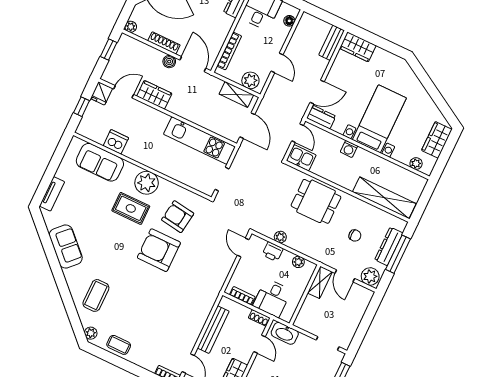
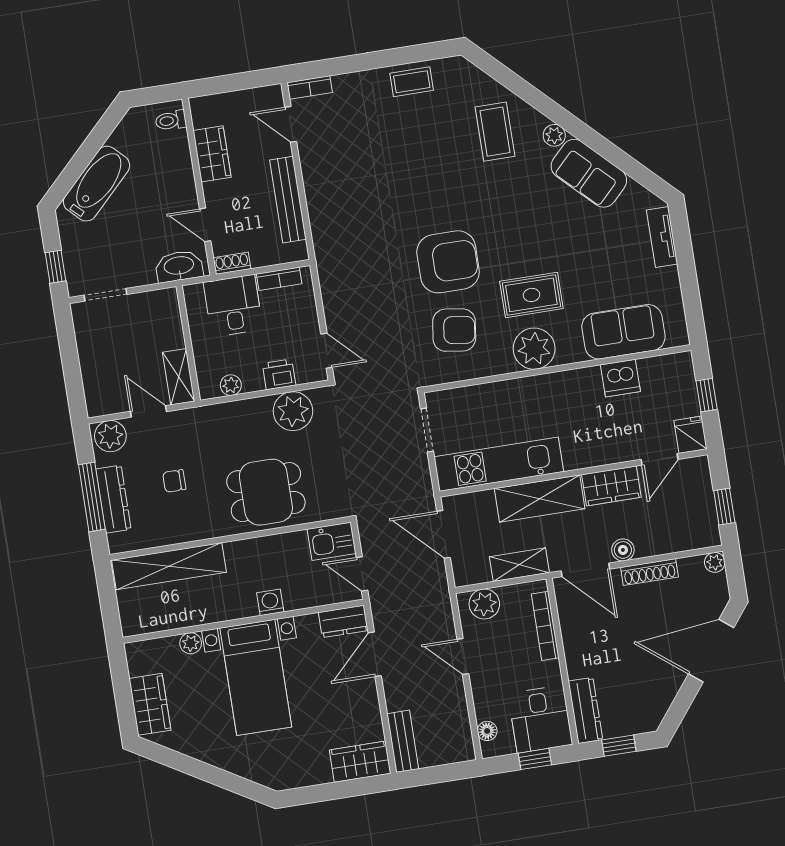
shelving: (236, 94) -> (519, 565), moved
shelving: (191, 112) -> (540, 499), added
plant: (416, 164) -> (191, 643), moved
plant: (280, 237) -> (293, 411), width x1.88, depth x1.88
plant: (91, 333) -> (554, 135), moved

